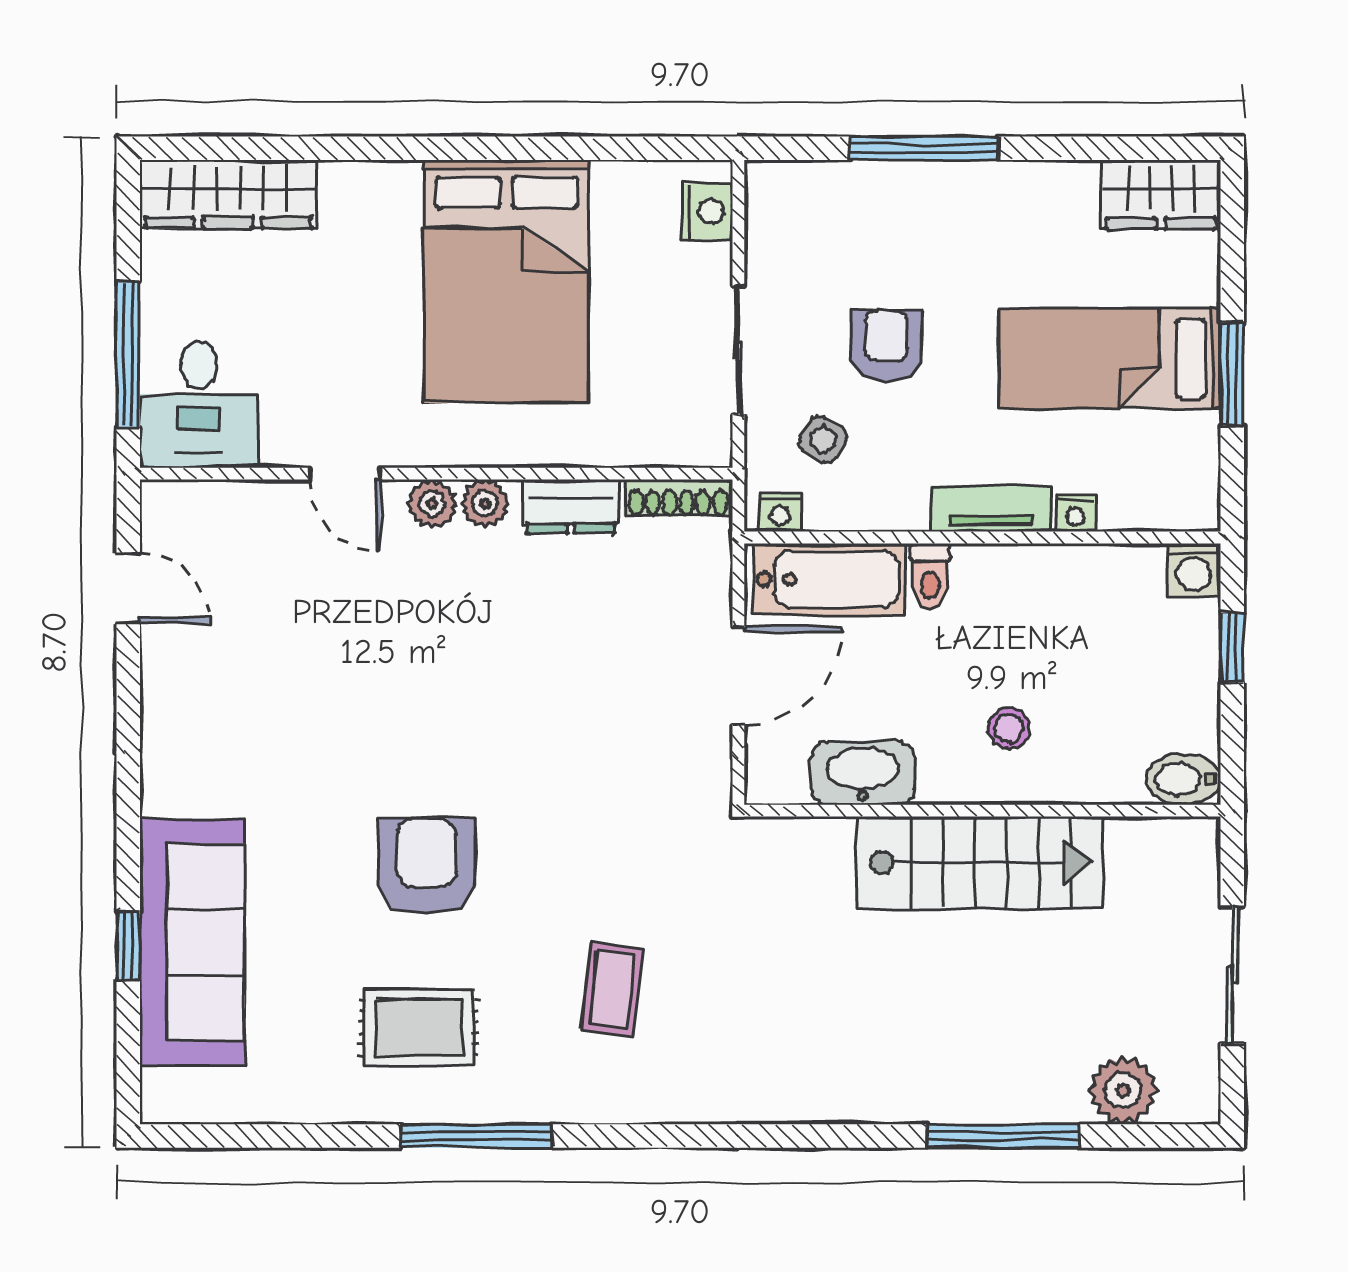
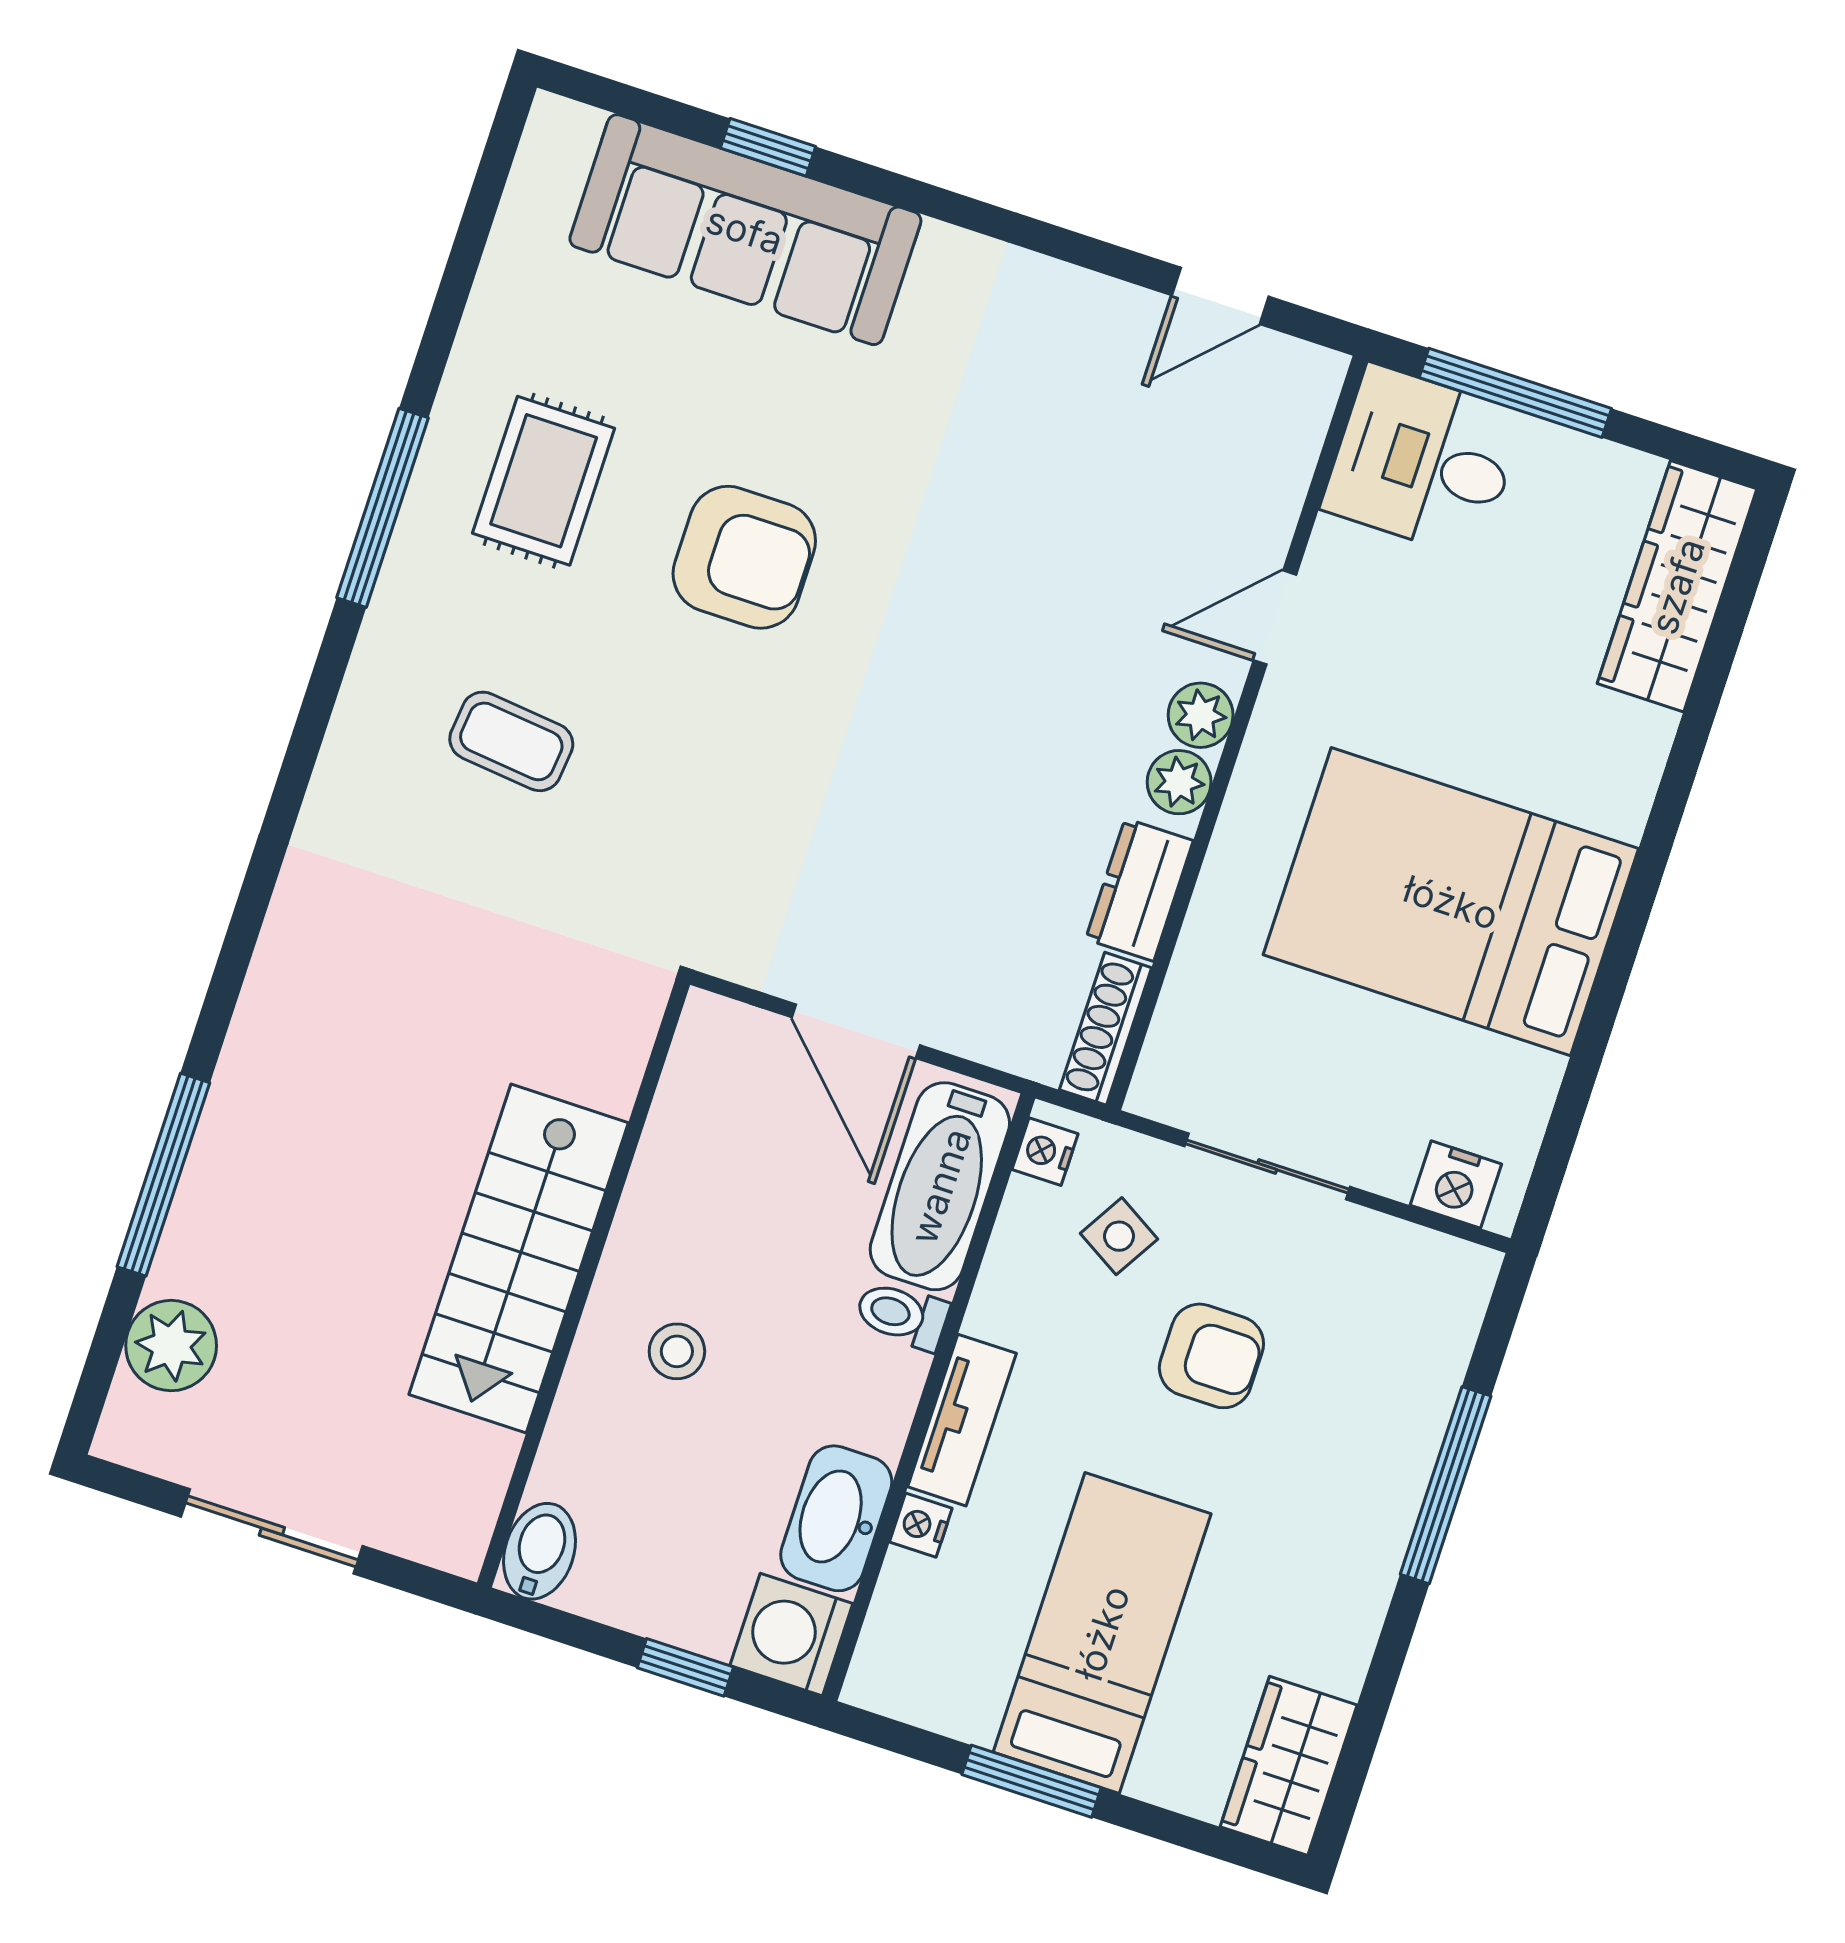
washing machine: (1194, 570) -> (791, 1635), width x1.38, depth x1.38
washbasin: (863, 773) -> (836, 1518), moved, turned 180

